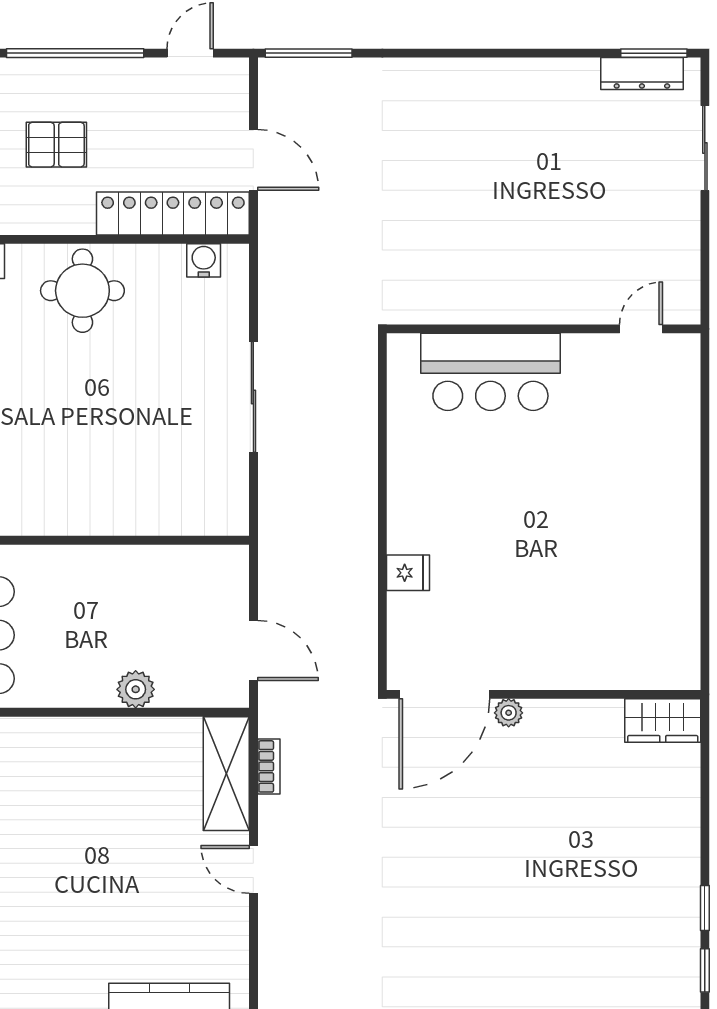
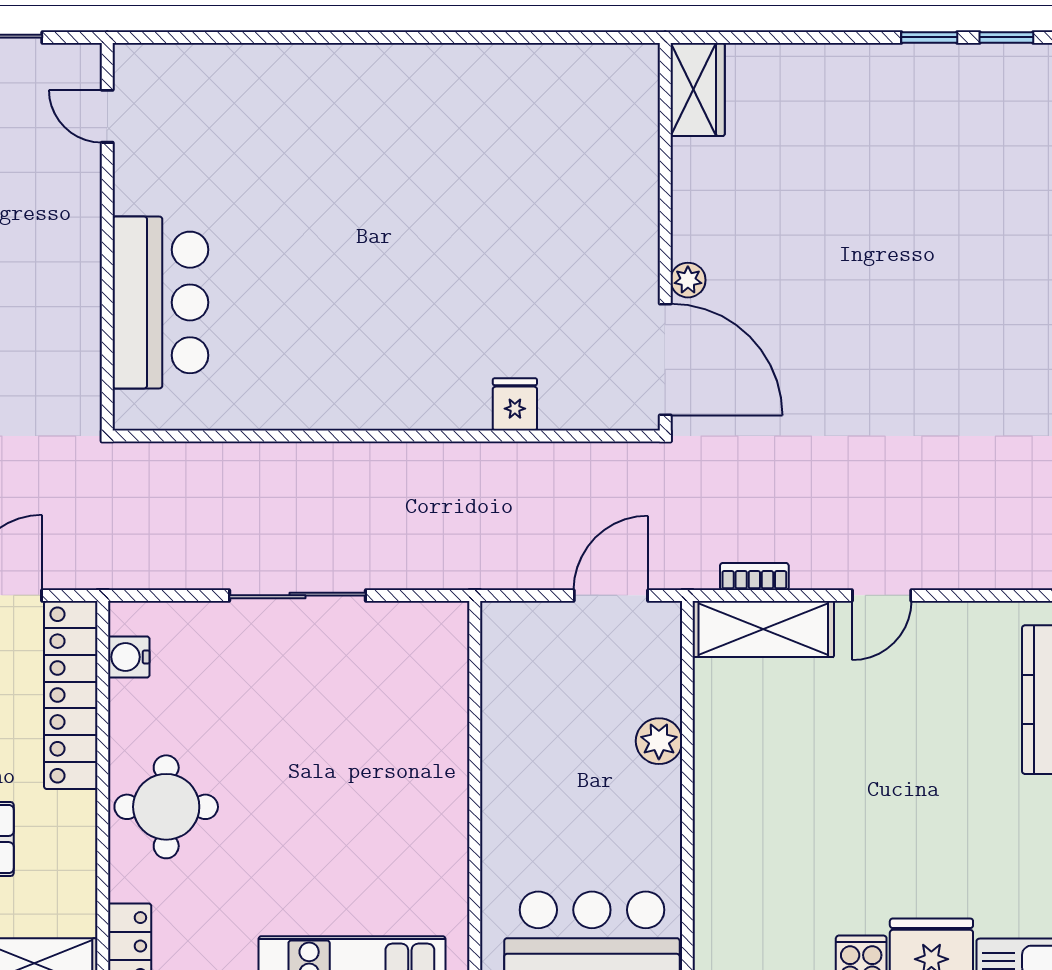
wall: (544, 329) -> (107, 237), moved
door: (641, 329) -> (107, 116), moved
bar counter: (490, 372) -> (160, 302), moved

